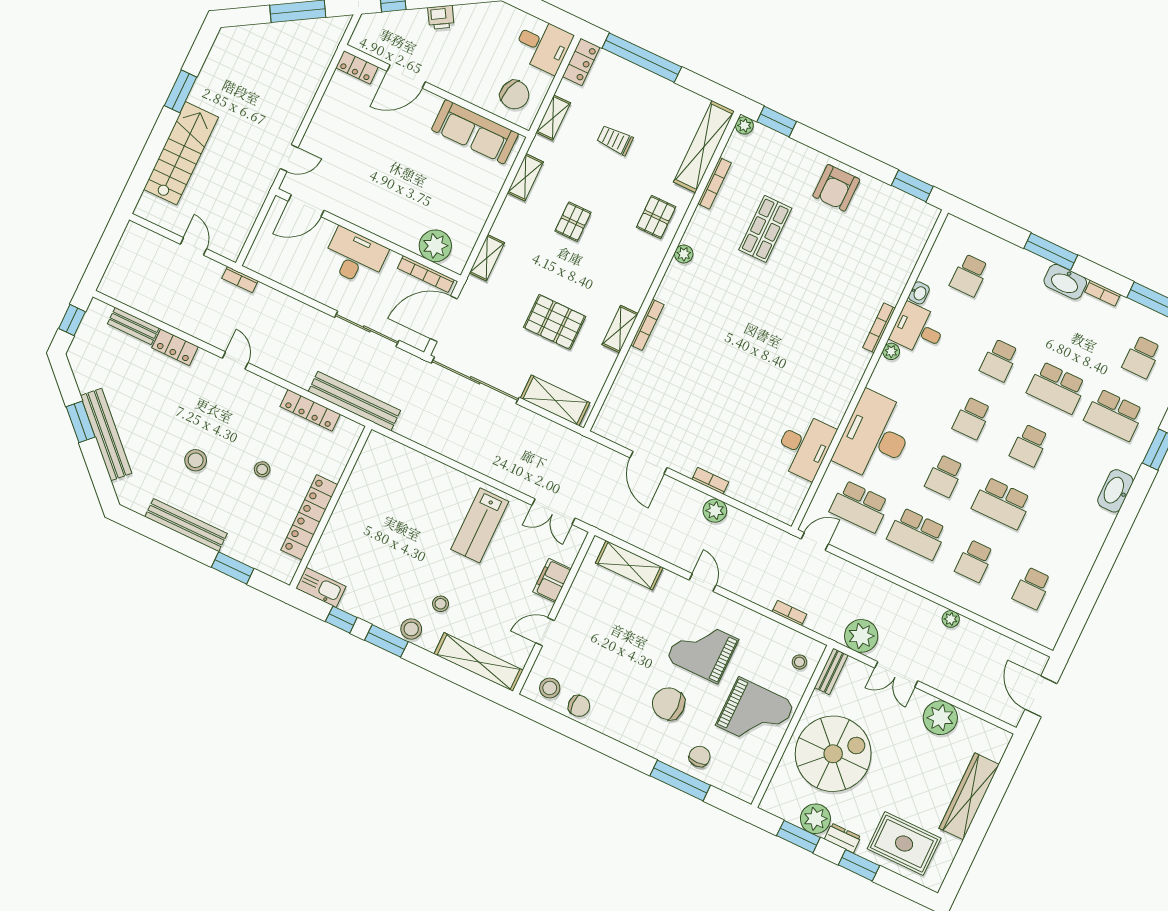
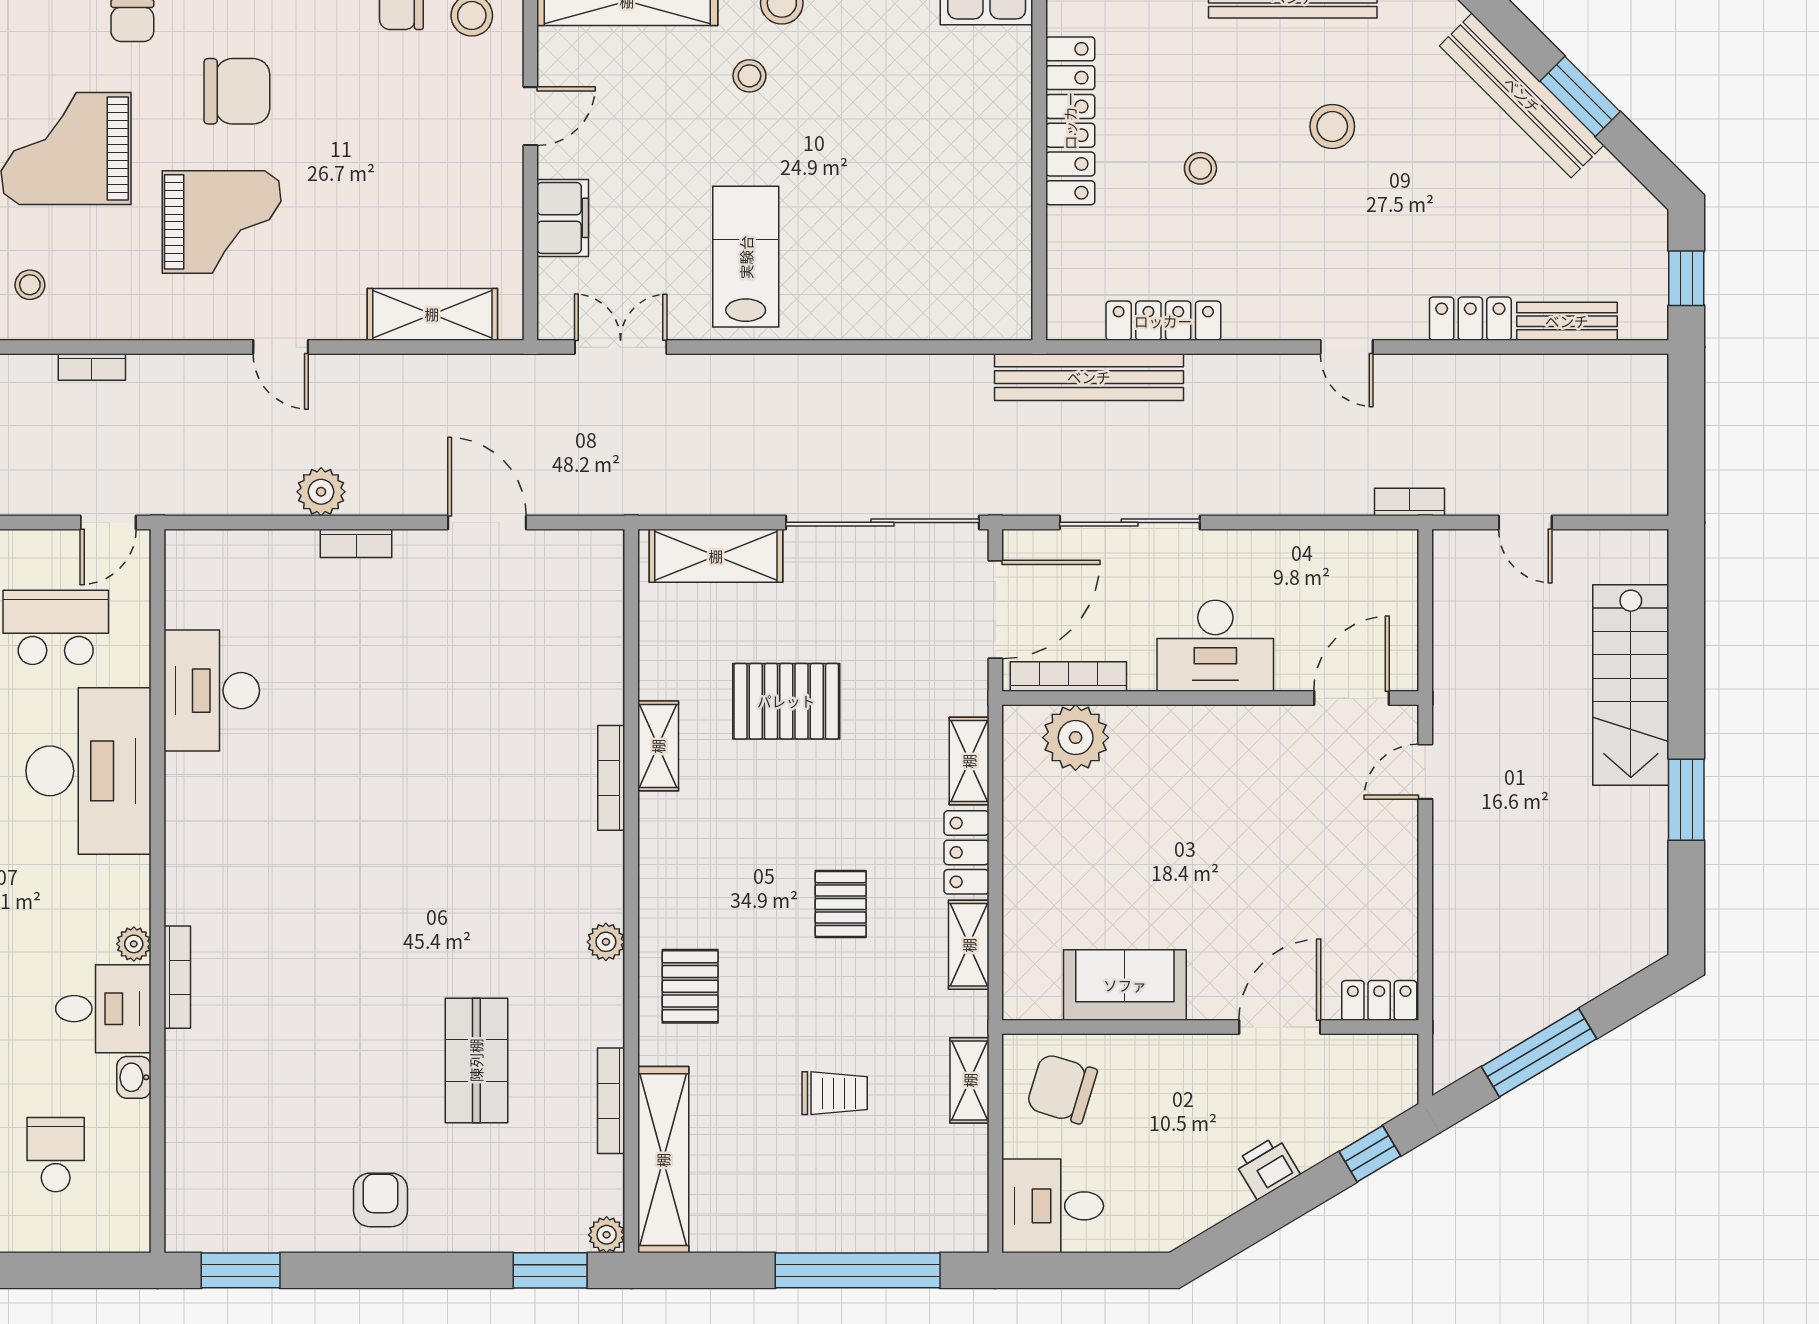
locker: (581, 62) -> (966, 852), moved
sofa: (475, 132) -> (1125, 985), width x0.73
armchair: (836, 188) -> (381, 1200), width x0.72, depth x0.72

